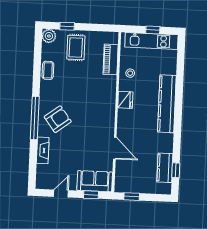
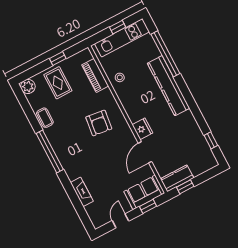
window: (67, 26) -> (58, 59), moved
window: (180, 76) -> (165, 54), added
fridge: (125, 100) -> (142, 129), moved
window: (35, 118) -> (50, 151), moved
armchair: (58, 119) -> (99, 123), moved, turned 134
door: (115, 148) -> (145, 152), swing flipped
kitchen counter: (165, 168) -> (177, 178), moved, turned 90

